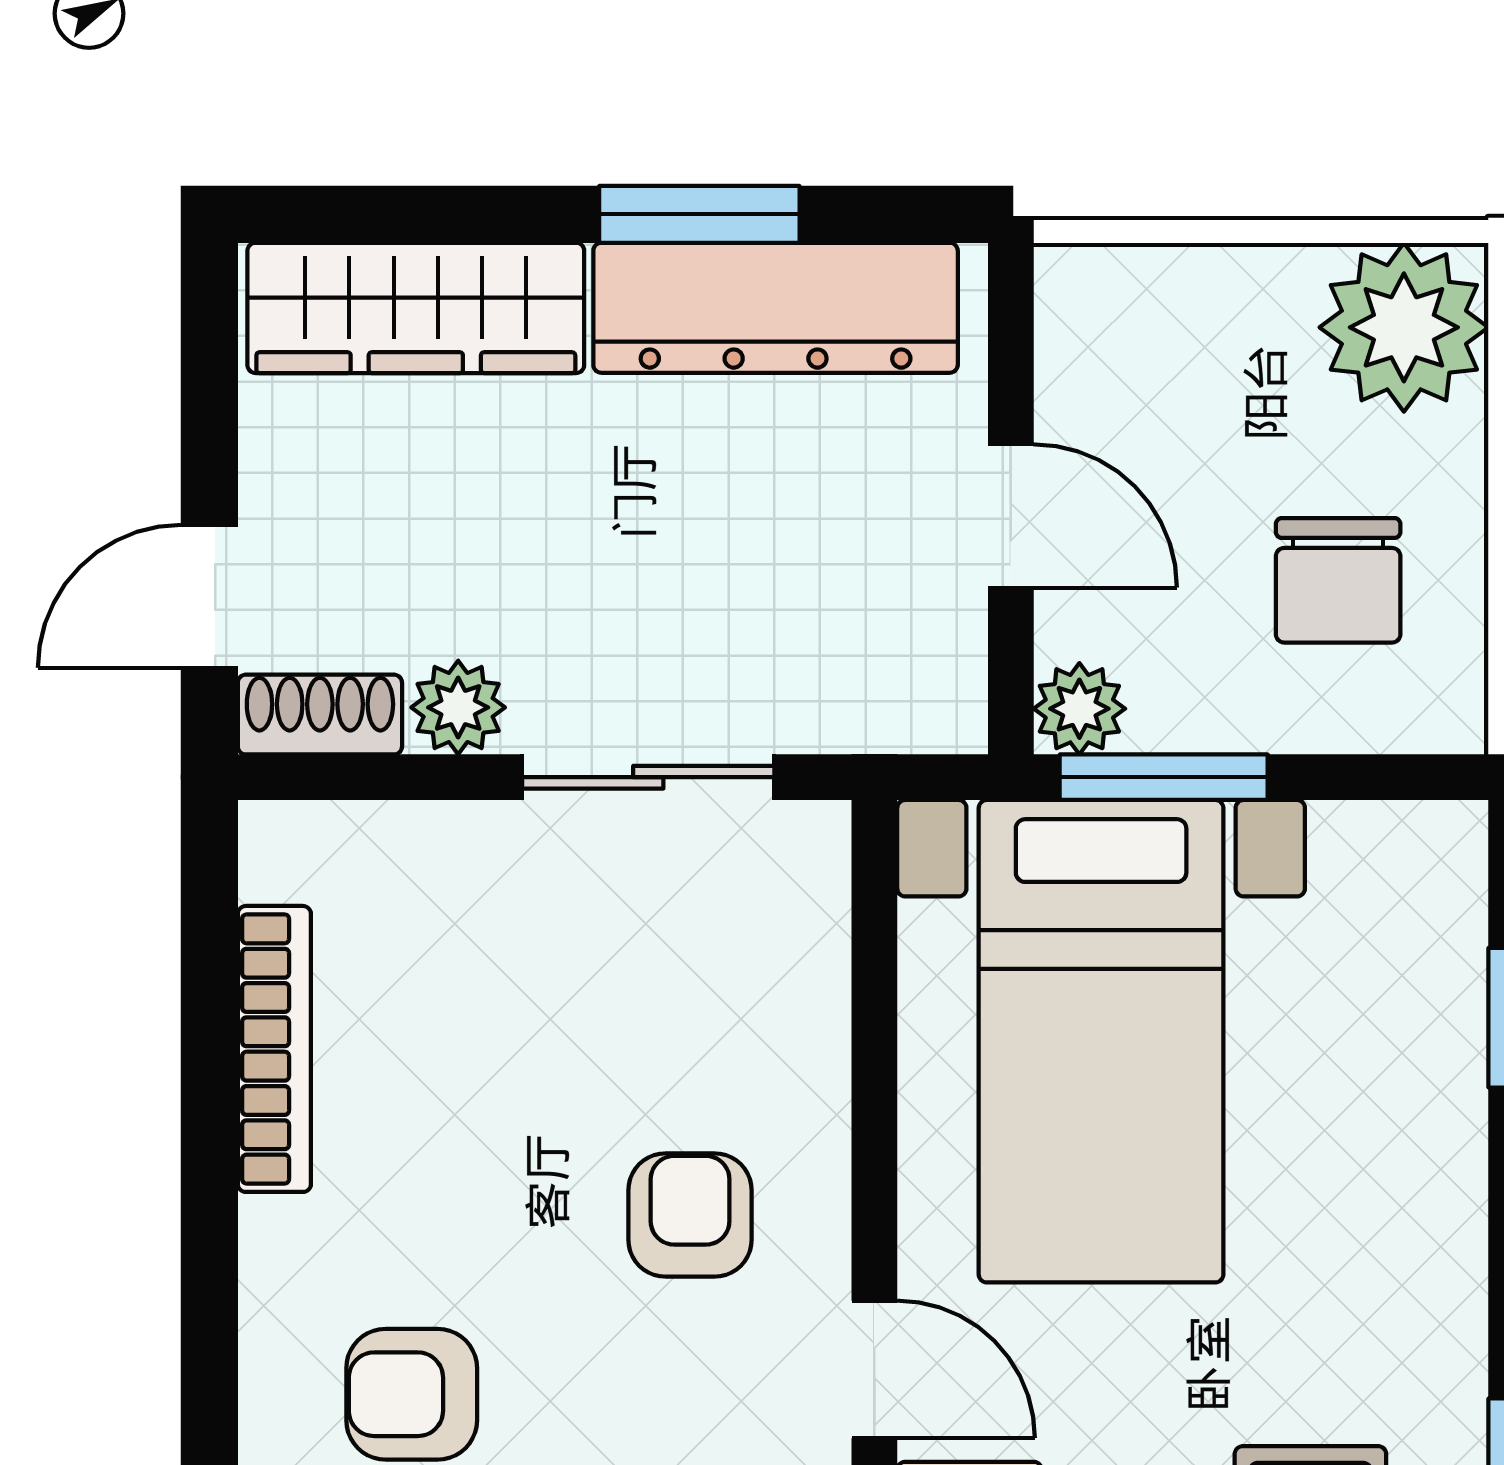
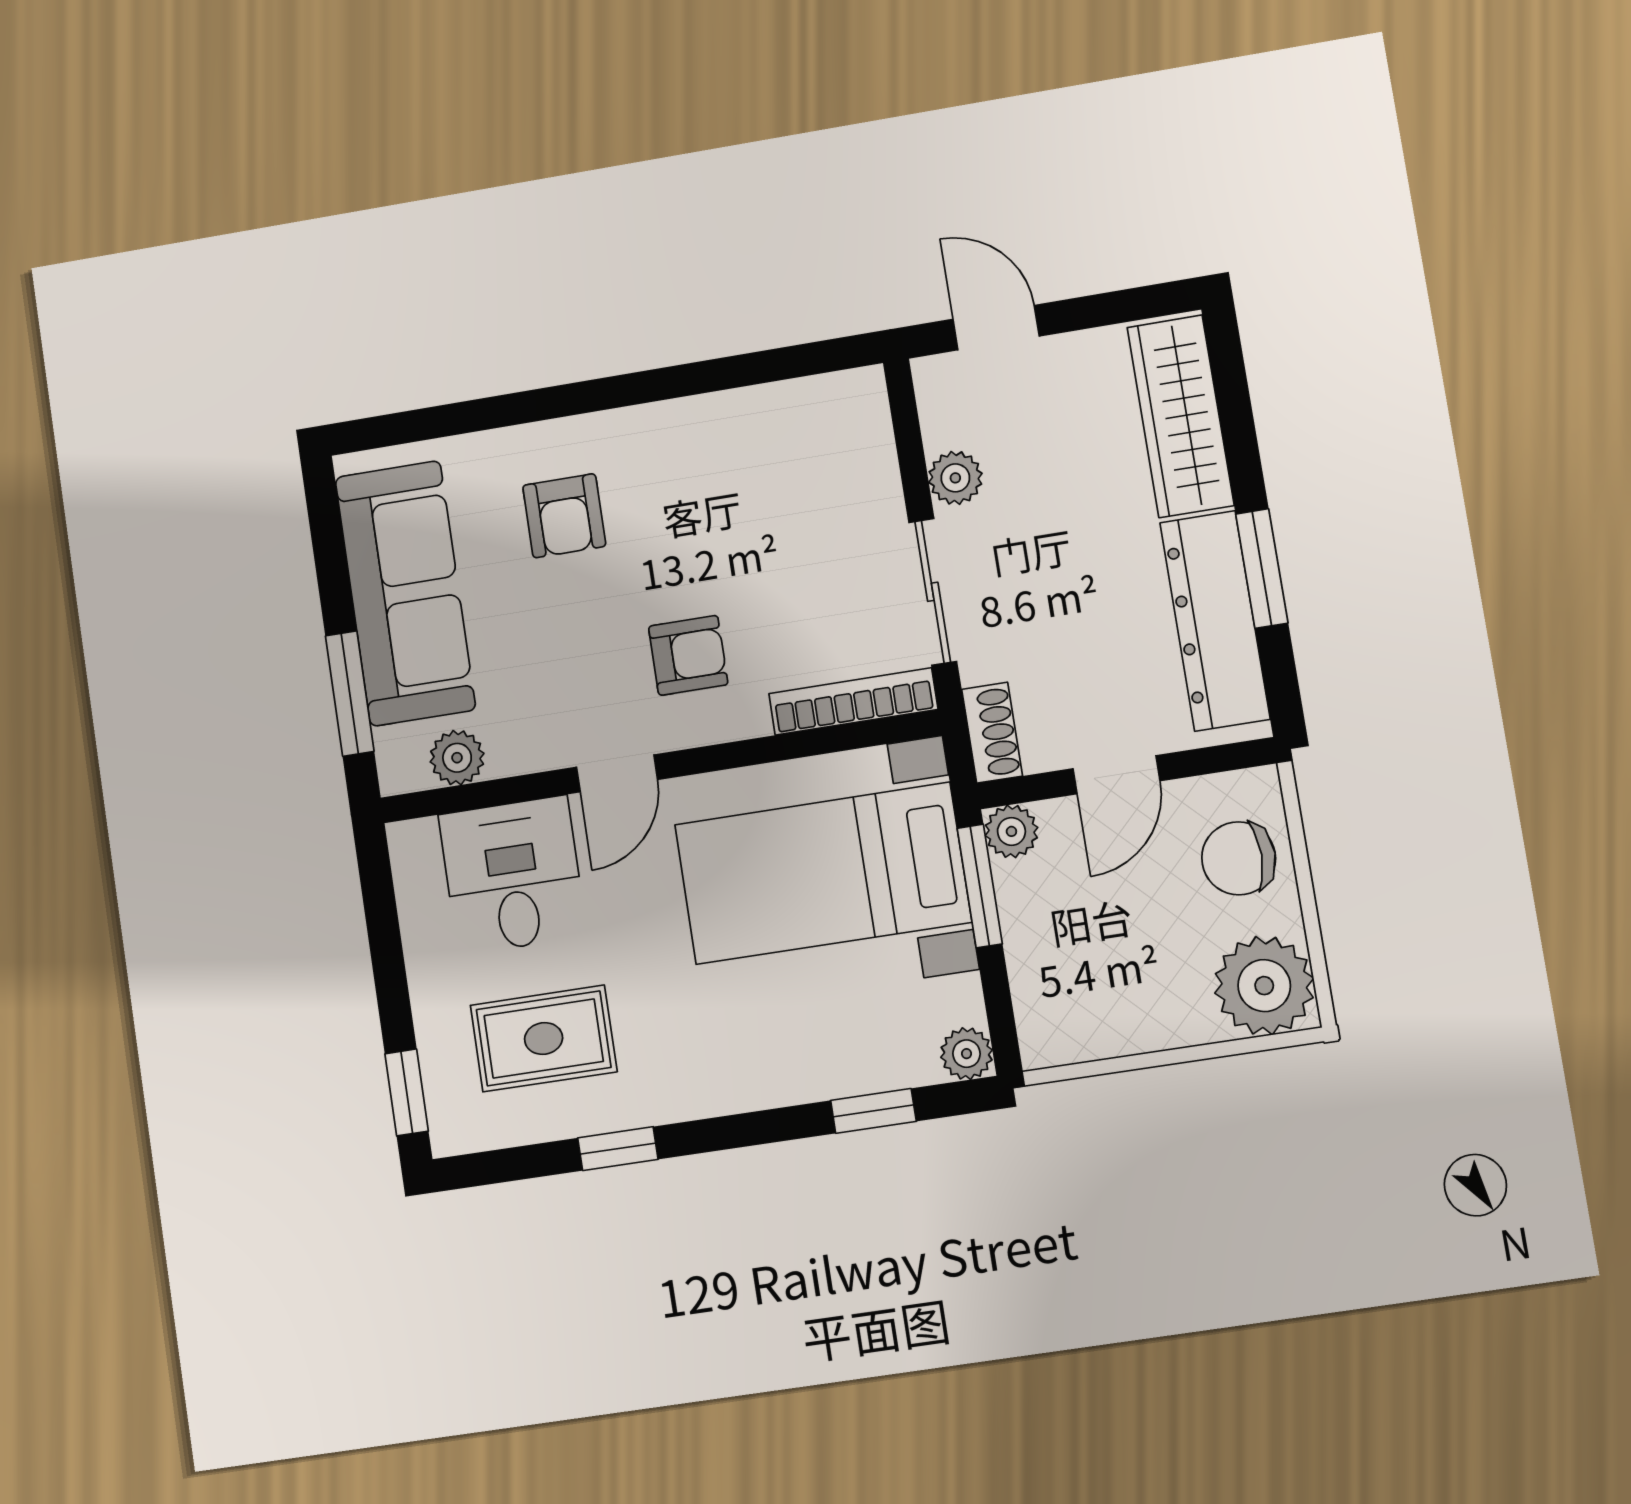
chair: (1338, 580) -> (1239, 858), moved
shoe rack: (320, 715) -> (992, 733), moved
plant: (1444, 845) -> (966, 1054), added
bookcase: (274, 1049) -> (853, 702), moved, turned 180
armchair: (412, 1394) -> (564, 516), turned 180

